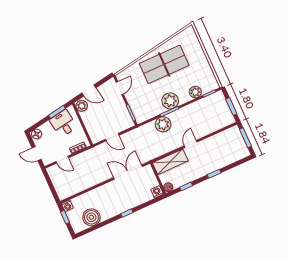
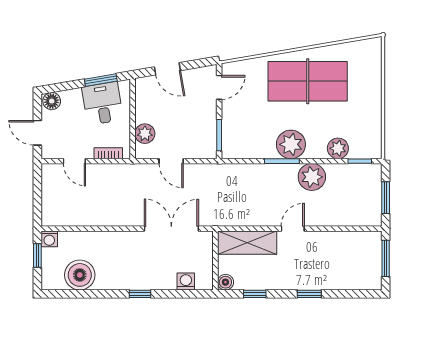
plant: (82, 106) -> (145, 134), moved
plant: (163, 124) -> (312, 177), moved
washing machine: (157, 192) -> (186, 281), moved

